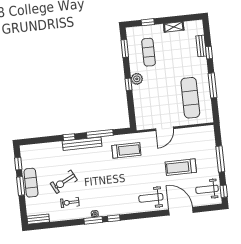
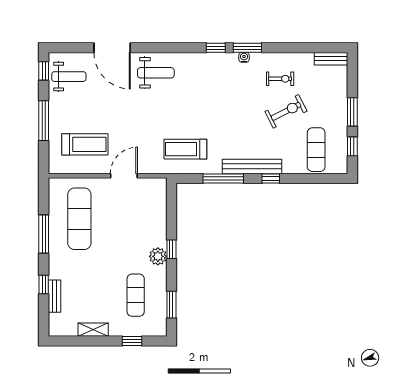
treadmill: (181, 167) -> (85, 144), moved
exercise mat: (31, 183) -> (316, 150), moved

